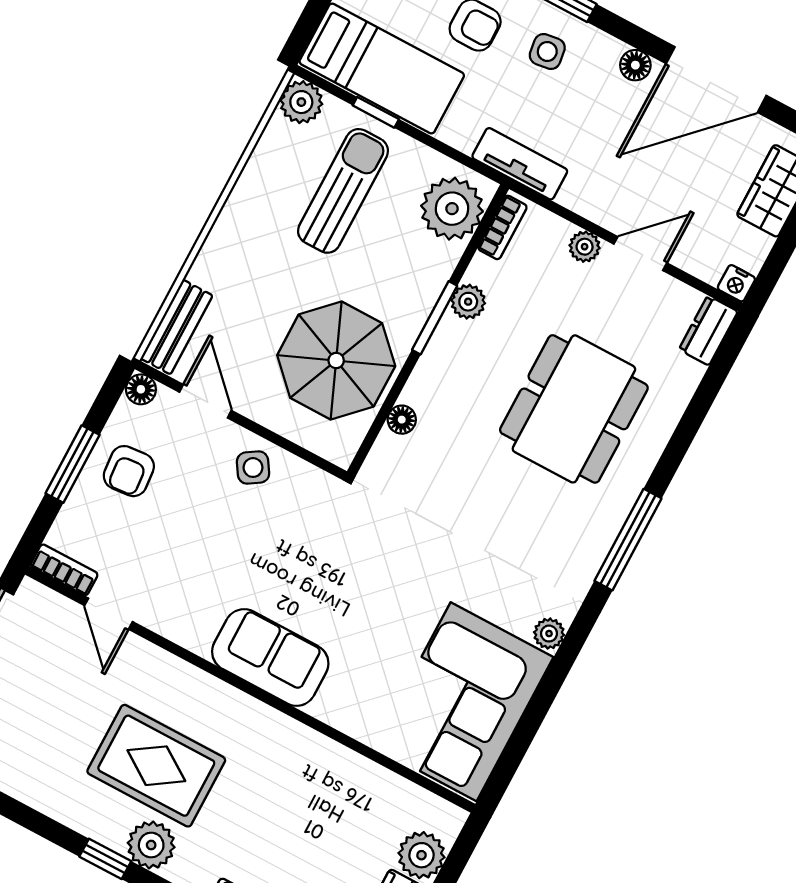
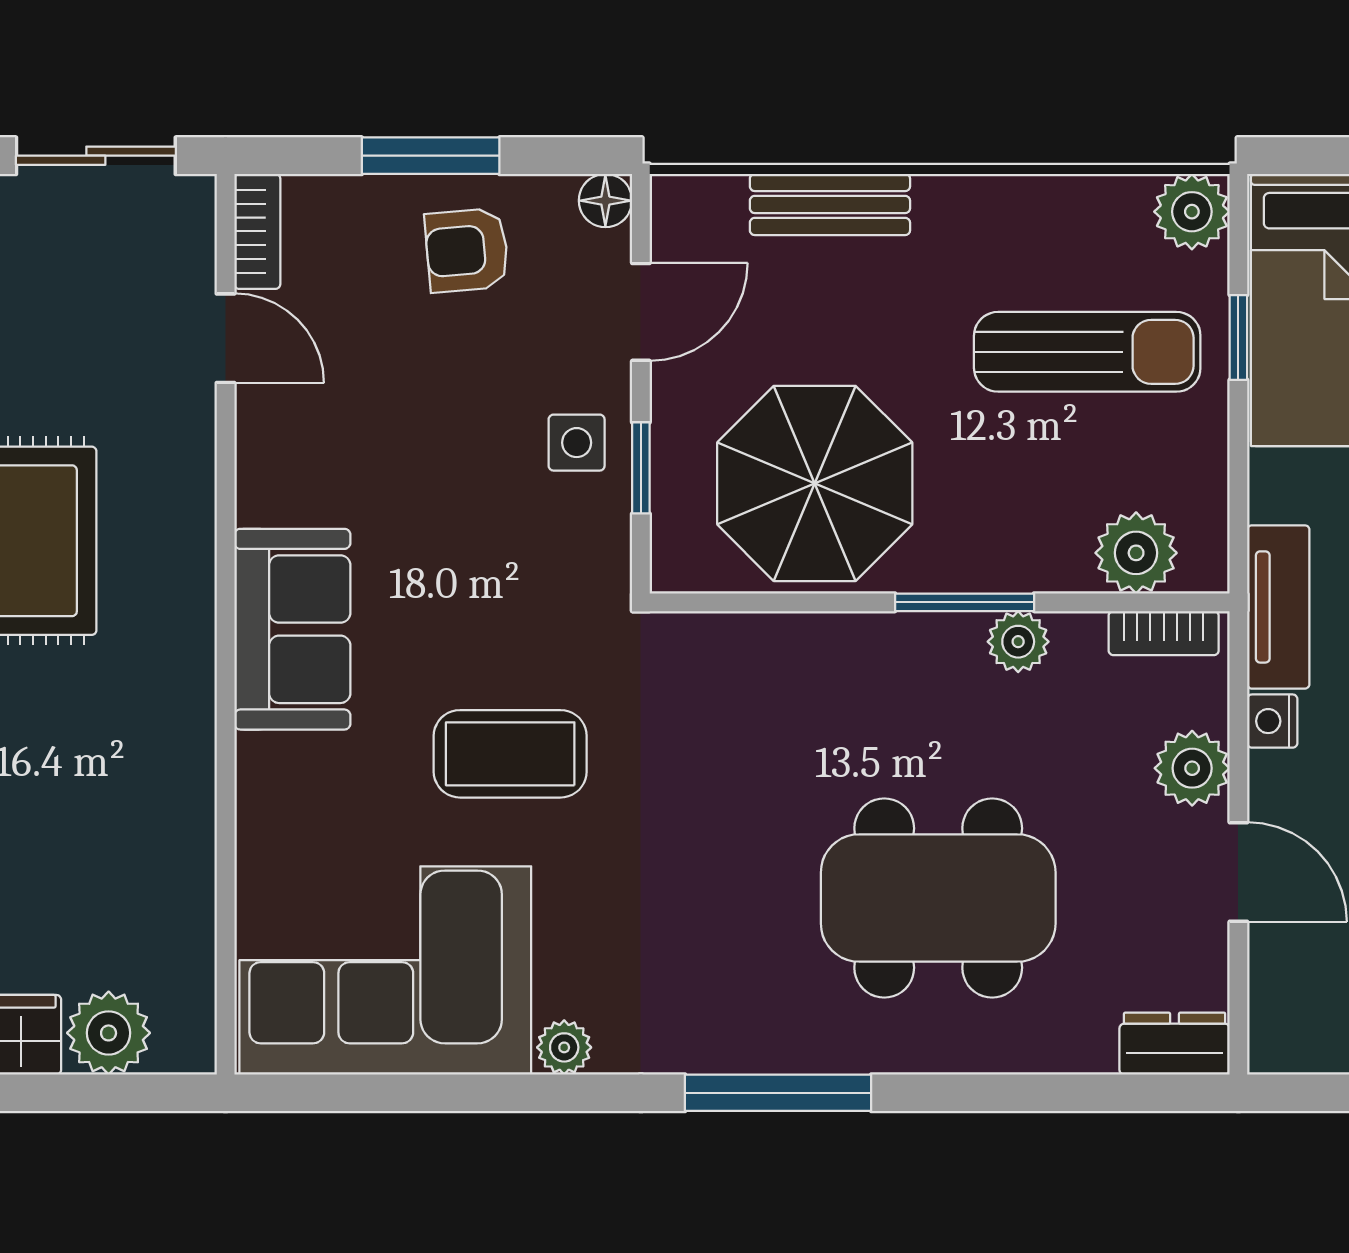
plant: (452, 209) -> (1136, 553), width x0.73, depth x0.73
plant: (585, 247) -> (1192, 768), width x1.38, depth x1.38
nightstand: (736, 283) -> (1272, 721), moved
bench: (177, 327) -> (830, 204), moved
floor lamp: (402, 420) -> (777, 636), removed
window: (283, 442) -> (641, 468), added
side table: (253, 468) -> (577, 443), turned 33
coffee table: (389, 583) -> (510, 754), added
door: (109, 614) -> (226, 338), swing flipped

